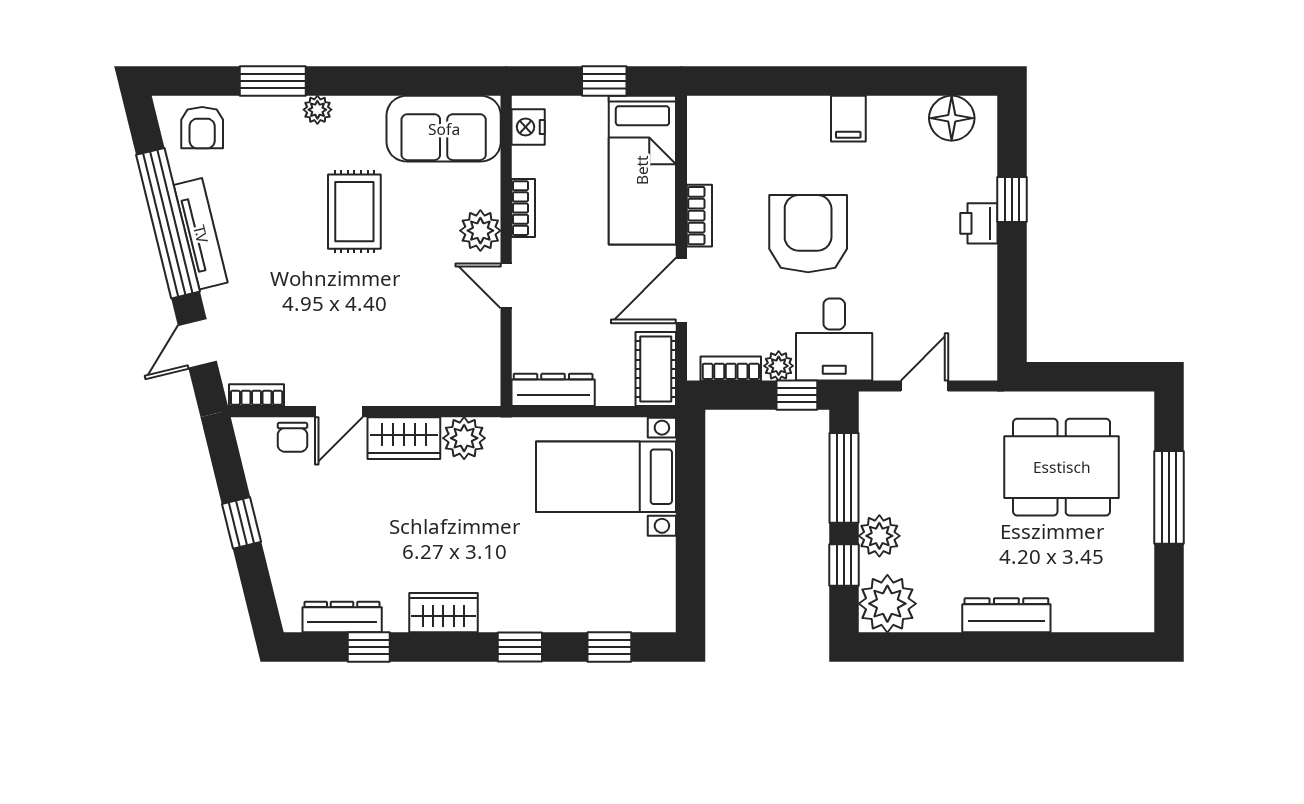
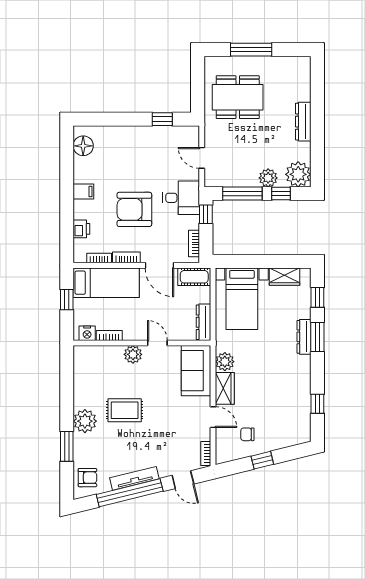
plant: (317, 110) -> (85, 421), width x1.88, depth x1.88
sofa: (444, 129) -> (196, 371), moved, turned 180
bookcase: (698, 154) -> (99, 258), added
window: (1012, 200) -> (162, 119), moved
bookcase: (523, 208) -> (109, 335), moved
printer: (979, 223) -> (81, 229), moved, turned -90
door: (506, 286) -> (157, 343), swing flipped
plant: (779, 366) -> (193, 222), removed
chair: (292, 437) -> (247, 434), moved, turned 180
dining table: (1062, 467) -> (238, 97), turned 90
wardrobe: (443, 613) -> (284, 277), moved, turned -90
dresser: (342, 617) -> (304, 337), moved
window: (520, 647) -> (317, 337), width x1.50

